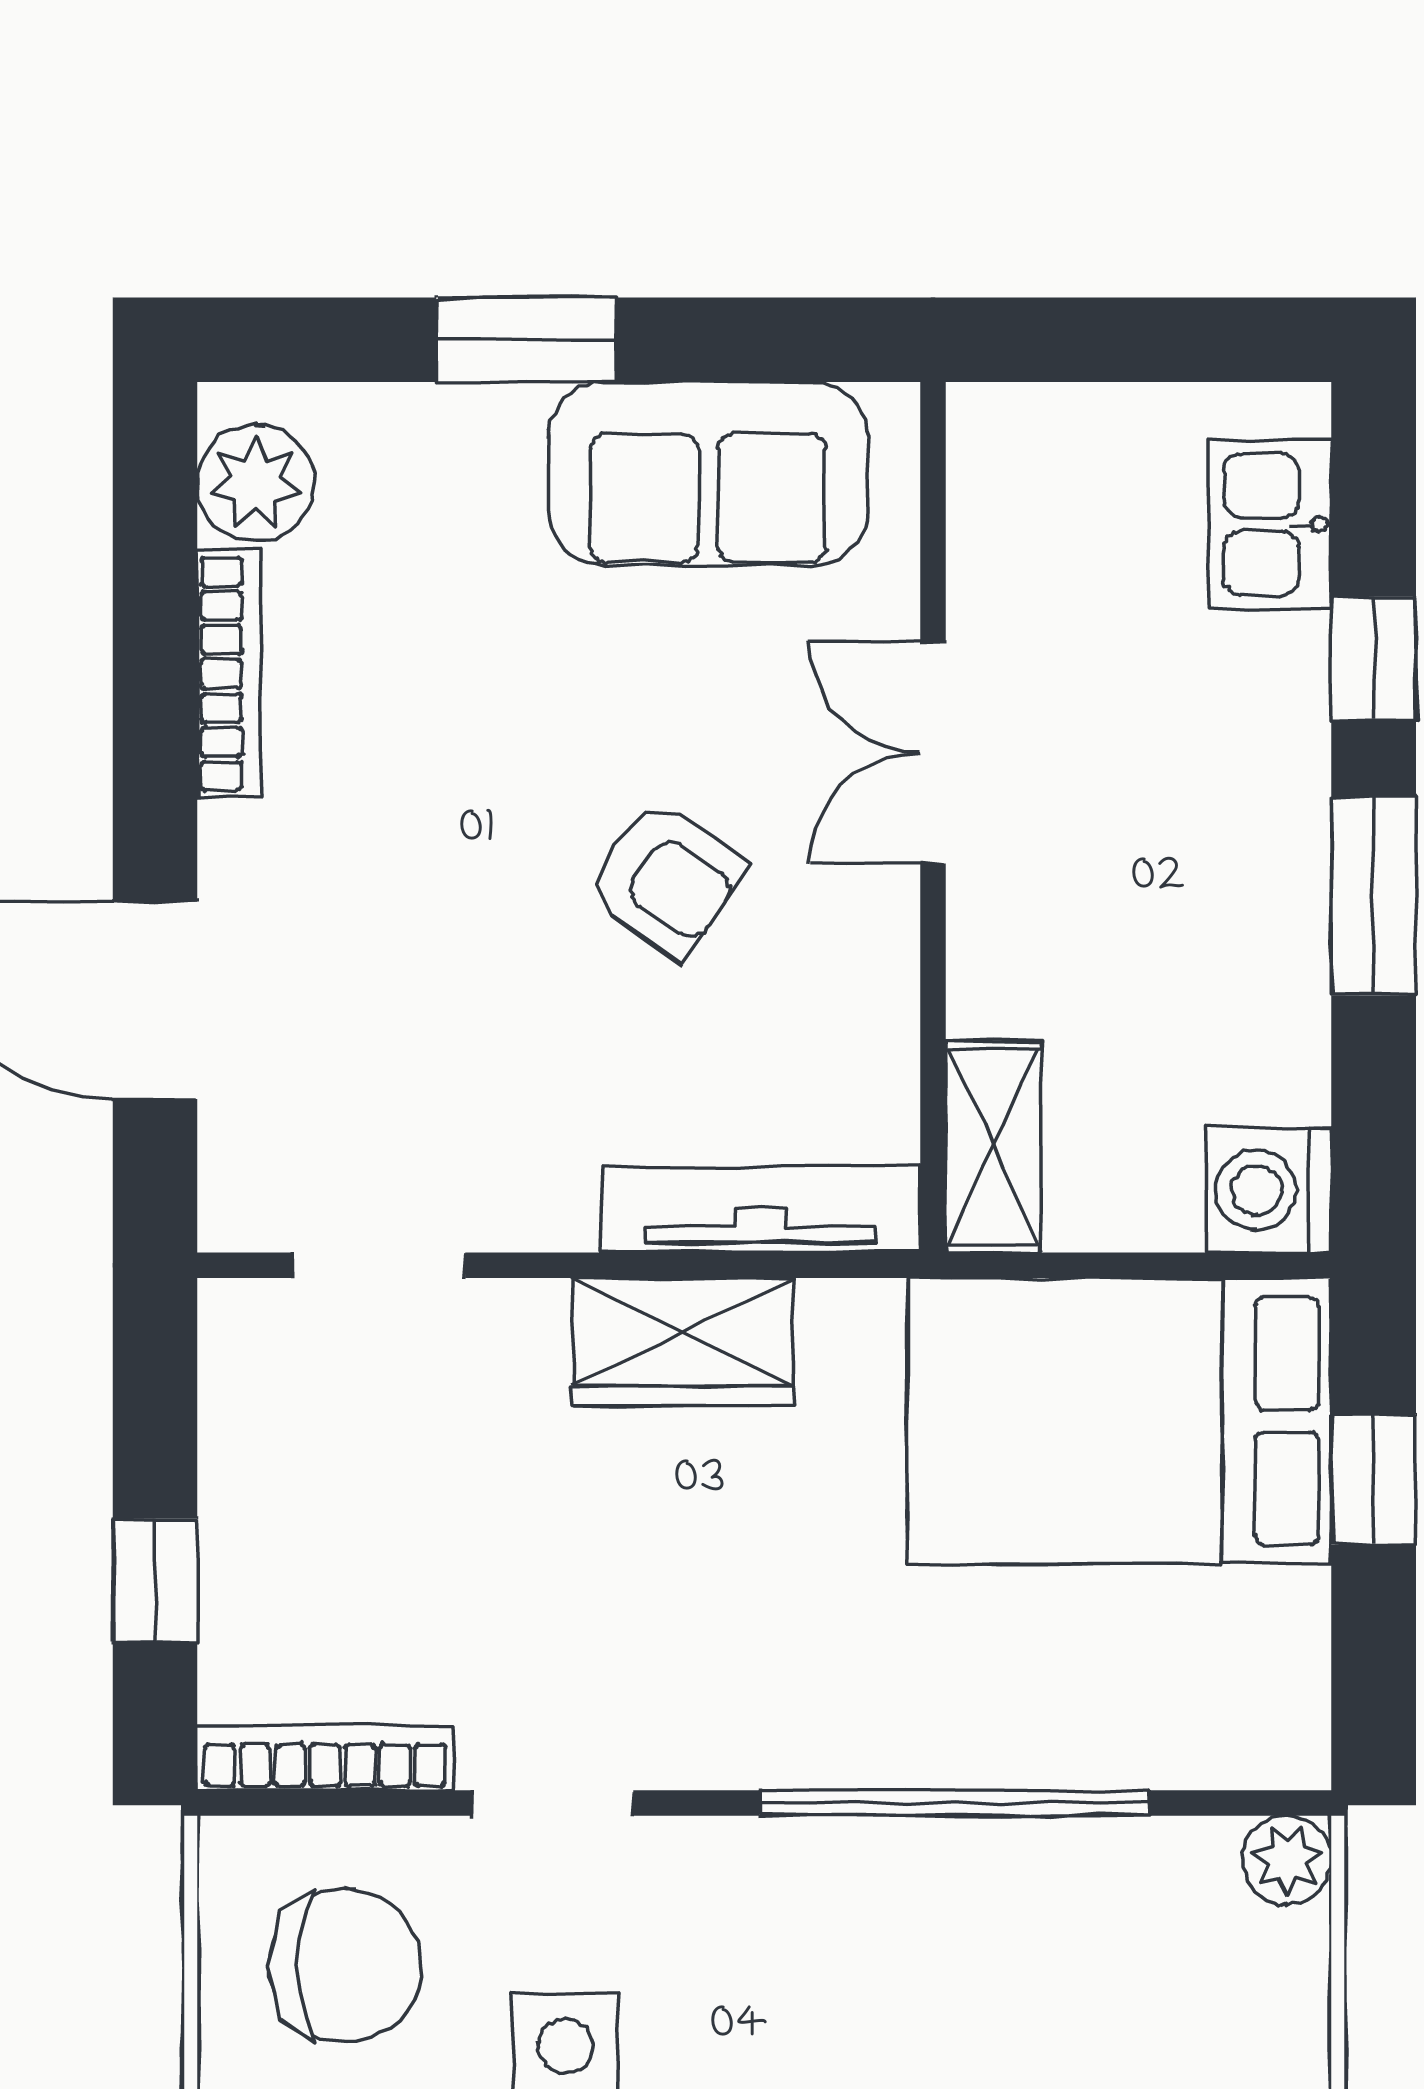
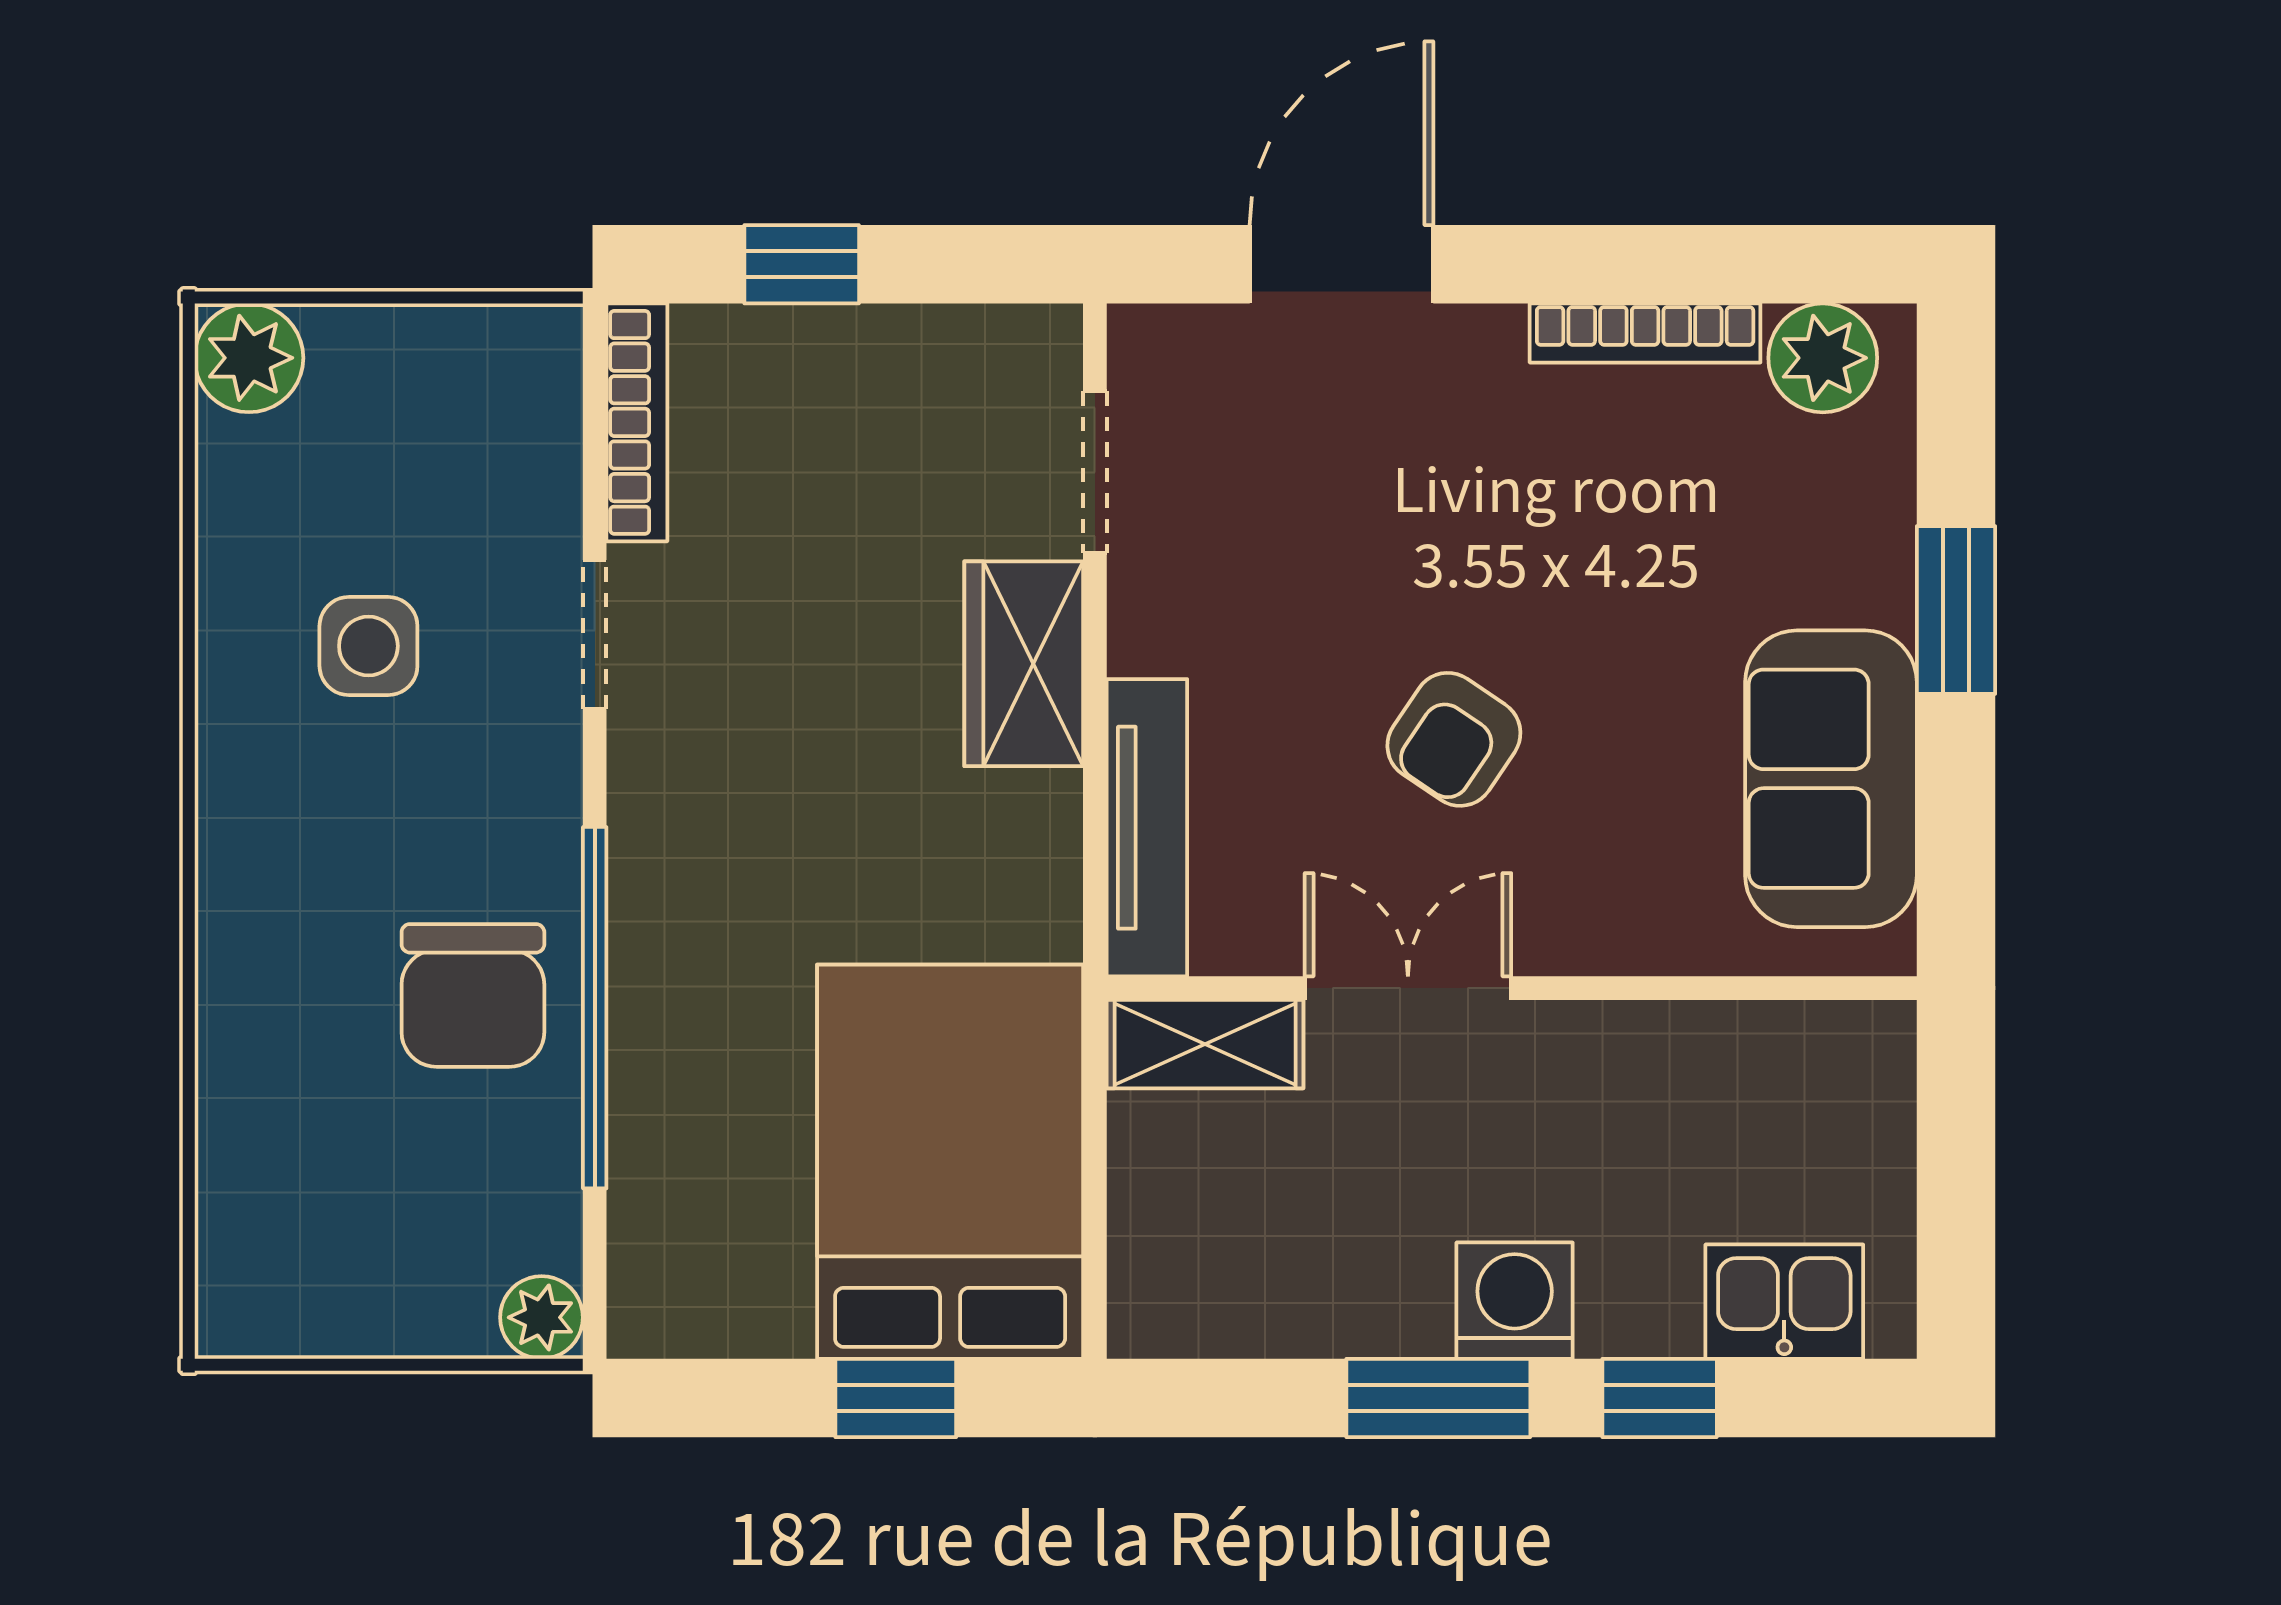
double door: (933, 753) -> (1408, 988), moved
washing machine: (1269, 1190) -> (1515, 1301), moved
wardrobe: (683, 1342) -> (1024, 664), moved
chair: (345, 1966) -> (473, 995), moved

